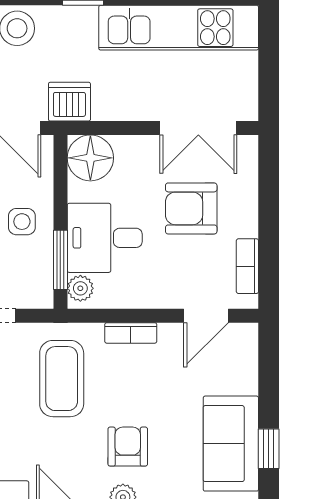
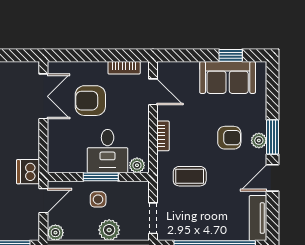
floor lamp: (90, 158) -> (61, 159), removed
armchair: (191, 208) -> (90, 101), turned 90
window: (60, 260) -> (101, 177), moved
coffee table: (62, 379) -> (190, 176), width x0.73, depth x0.77
armchair: (128, 447) -> (229, 138), turned 180

